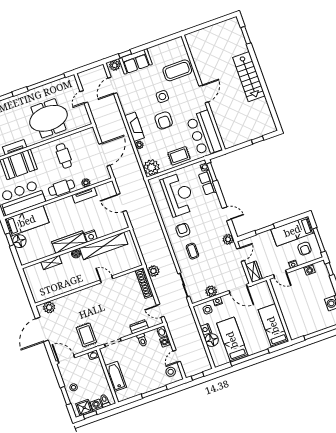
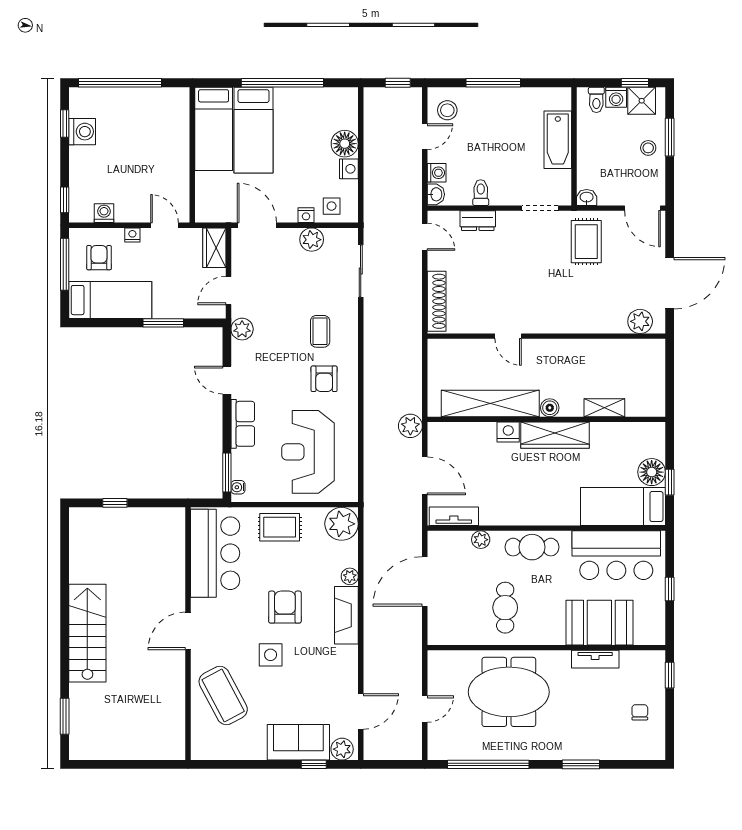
coffee table: (177, 70) -> (223, 696), turned 62
row of seats: (208, 183) -> (243, 424), moved
tv unit: (85, 195) -> (454, 516), moved
plant: (153, 271) -> (410, 426), moved
bed: (232, 340) -> (253, 130), moved

